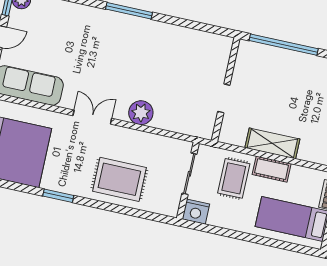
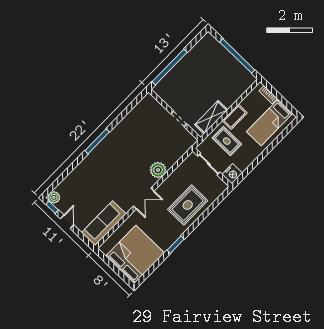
double door: (92, 117) -> (144, 199), swing flipped
shelving: (272, 143) -> (211, 117), moved

